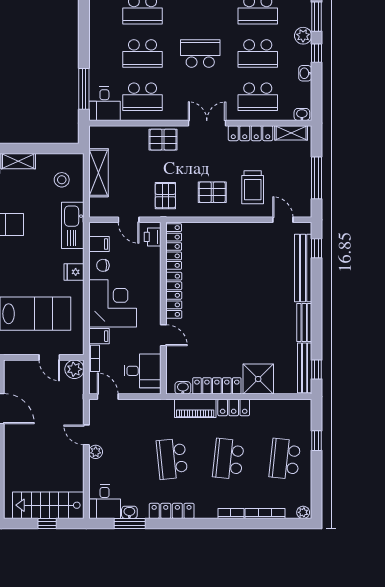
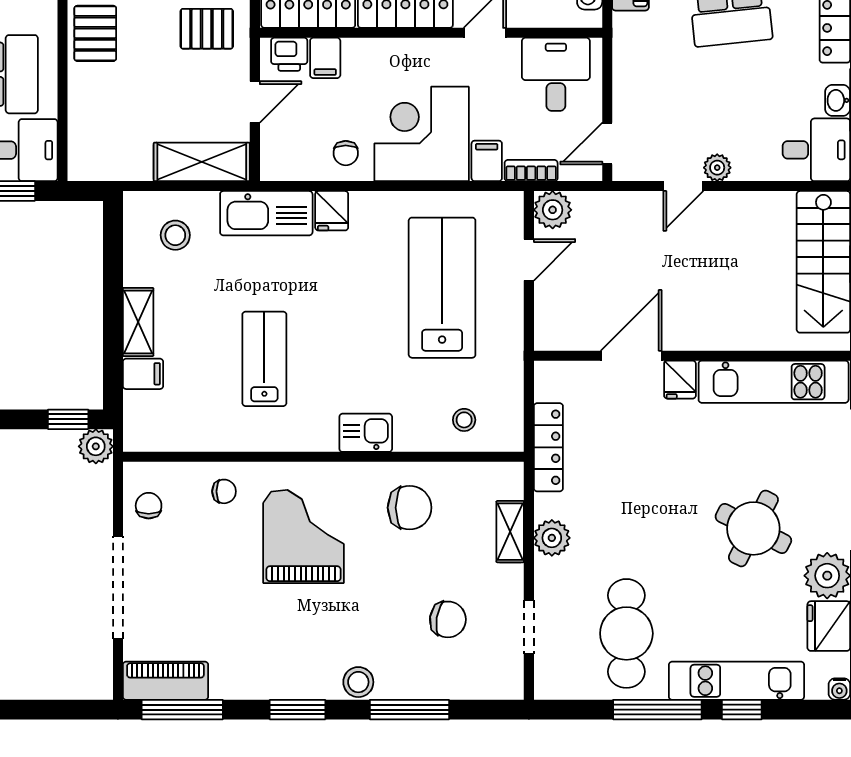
shelving: (98, 173) -> (202, 162), moved
filing cabinet: (99, 244) -> (325, 58), moved, turned 180
fridge: (74, 272) -> (332, 211), moved

